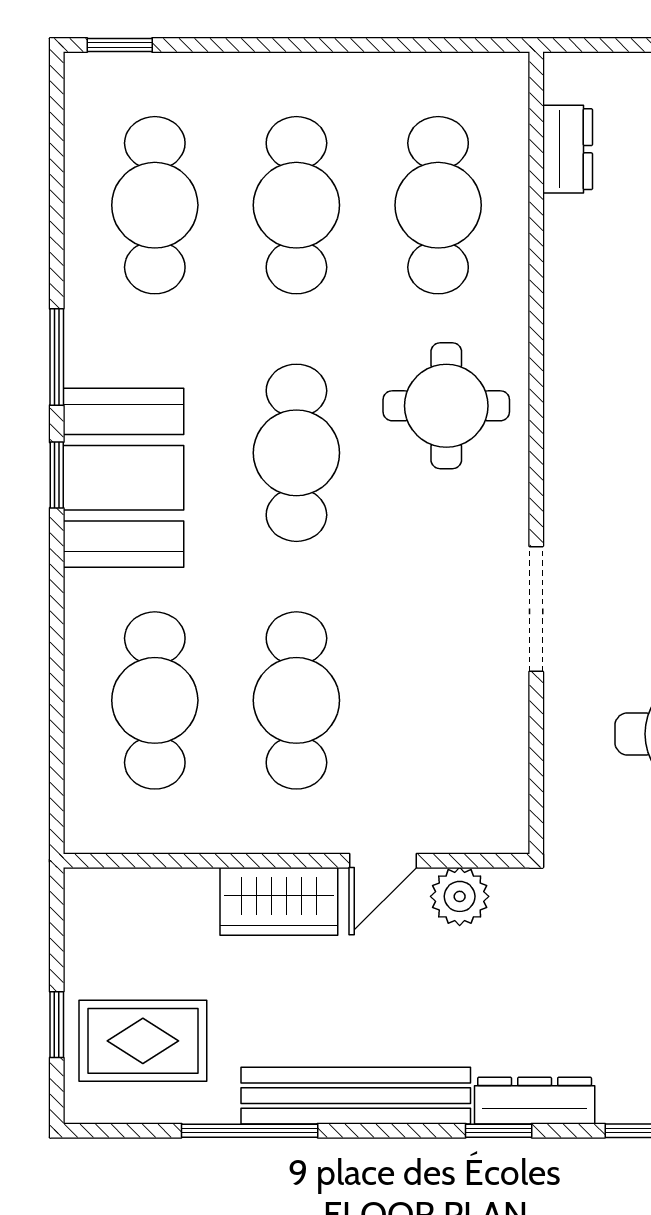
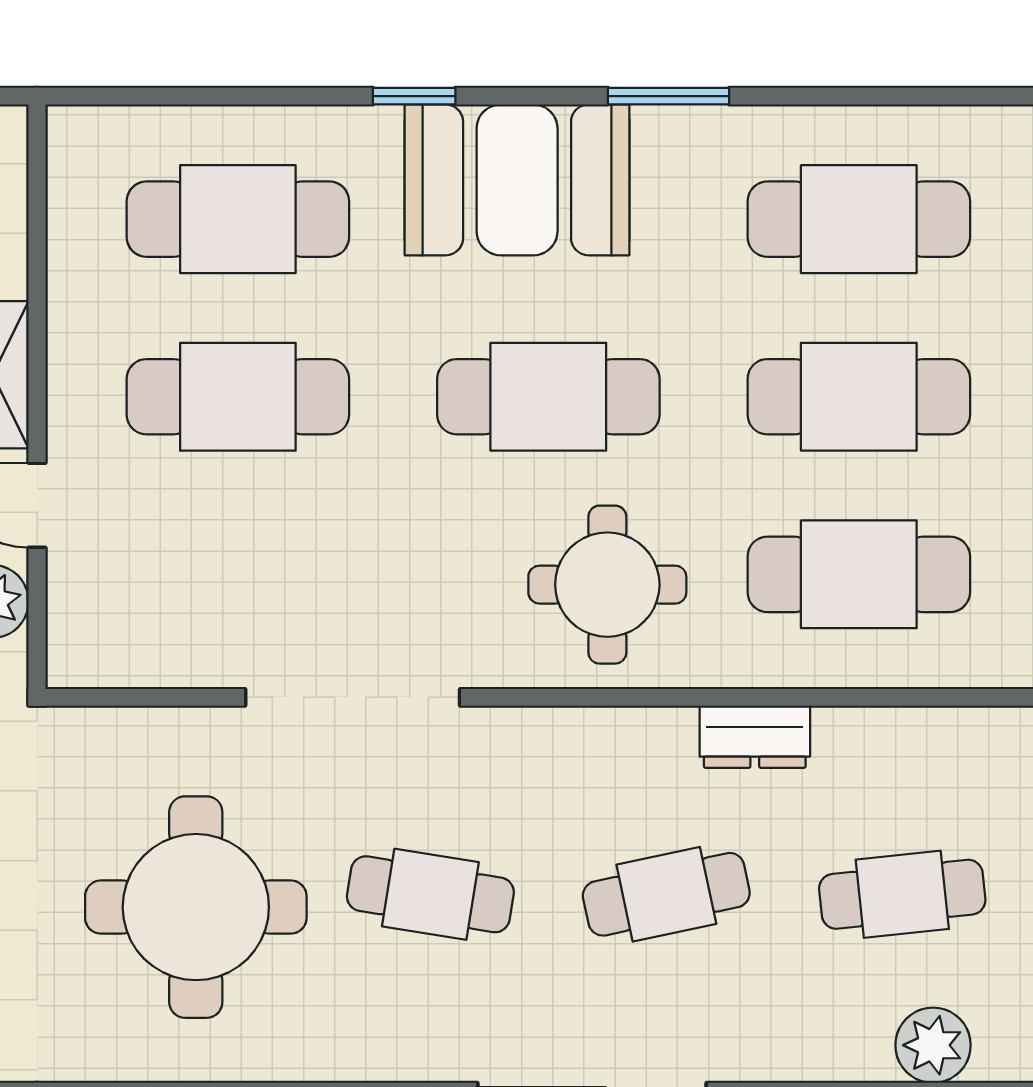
dresser: (568, 149) -> (755, 737), moved
window: (57, 475) -> (414, 96), moved
doorway: (536, 609) -> (353, 697), width x1.36

